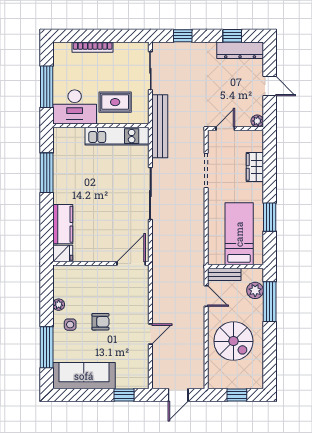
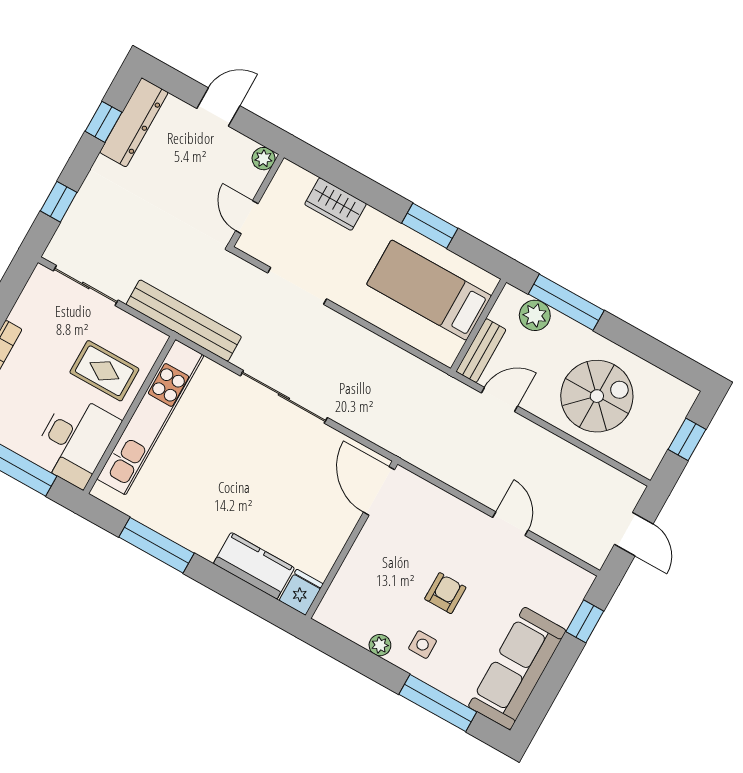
rug: (115, 102) -> (104, 371), turned 90
kitchen unit: (117, 136) -> (150, 417), width x1.36

